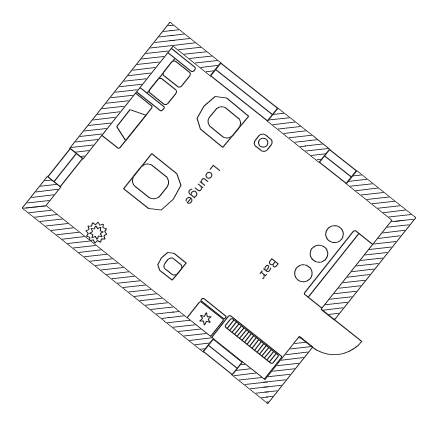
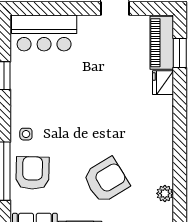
armchair: (156, 185) -> (106, 180), turned -121
bar counter: (330, 262) -> (44, 33), moved
armchair: (170, 265) -> (148, 131), removed

